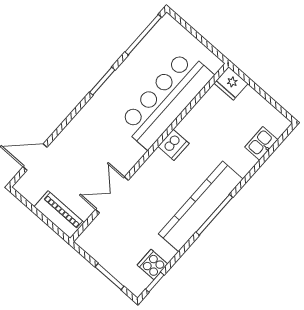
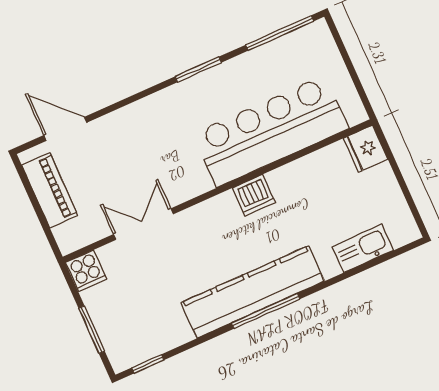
kitchen sink: (261, 143) -> (363, 248), width x1.38
piano: (59, 215) -> (50, 190), moved
cooker: (153, 264) -> (86, 271), moved, turned 180

